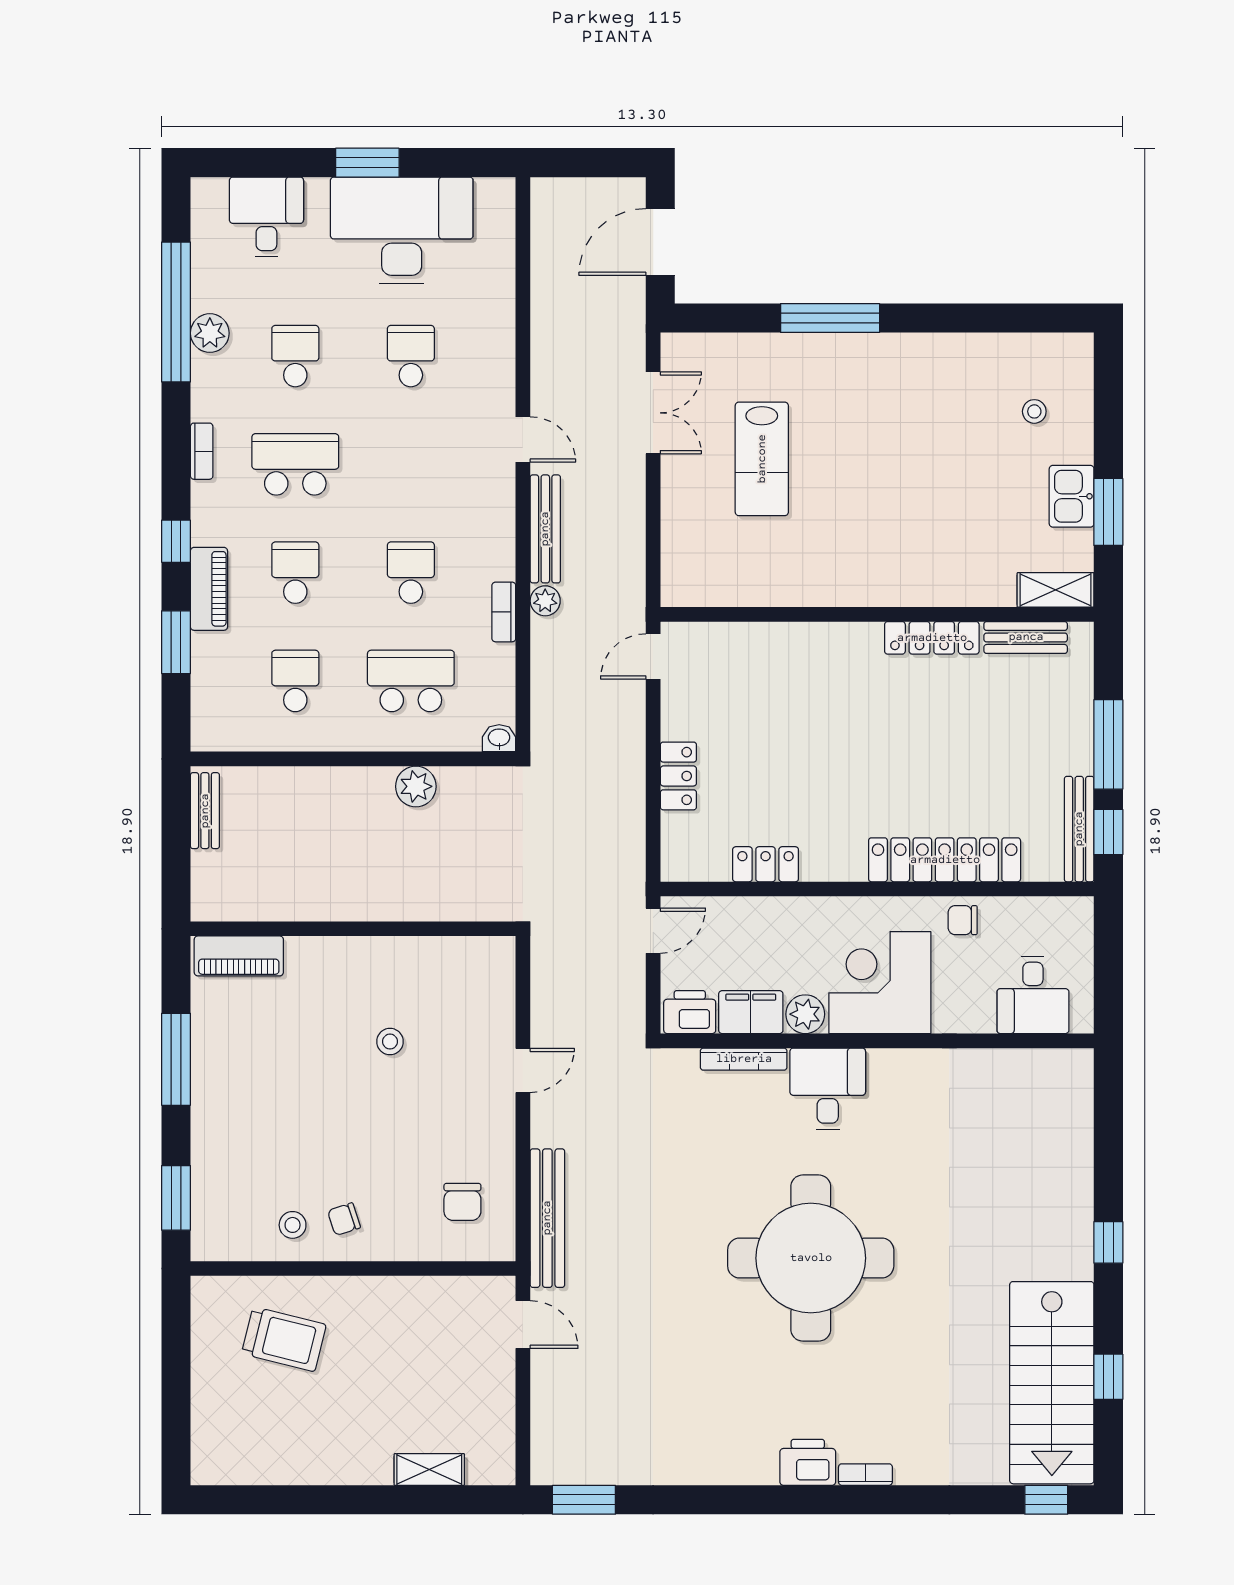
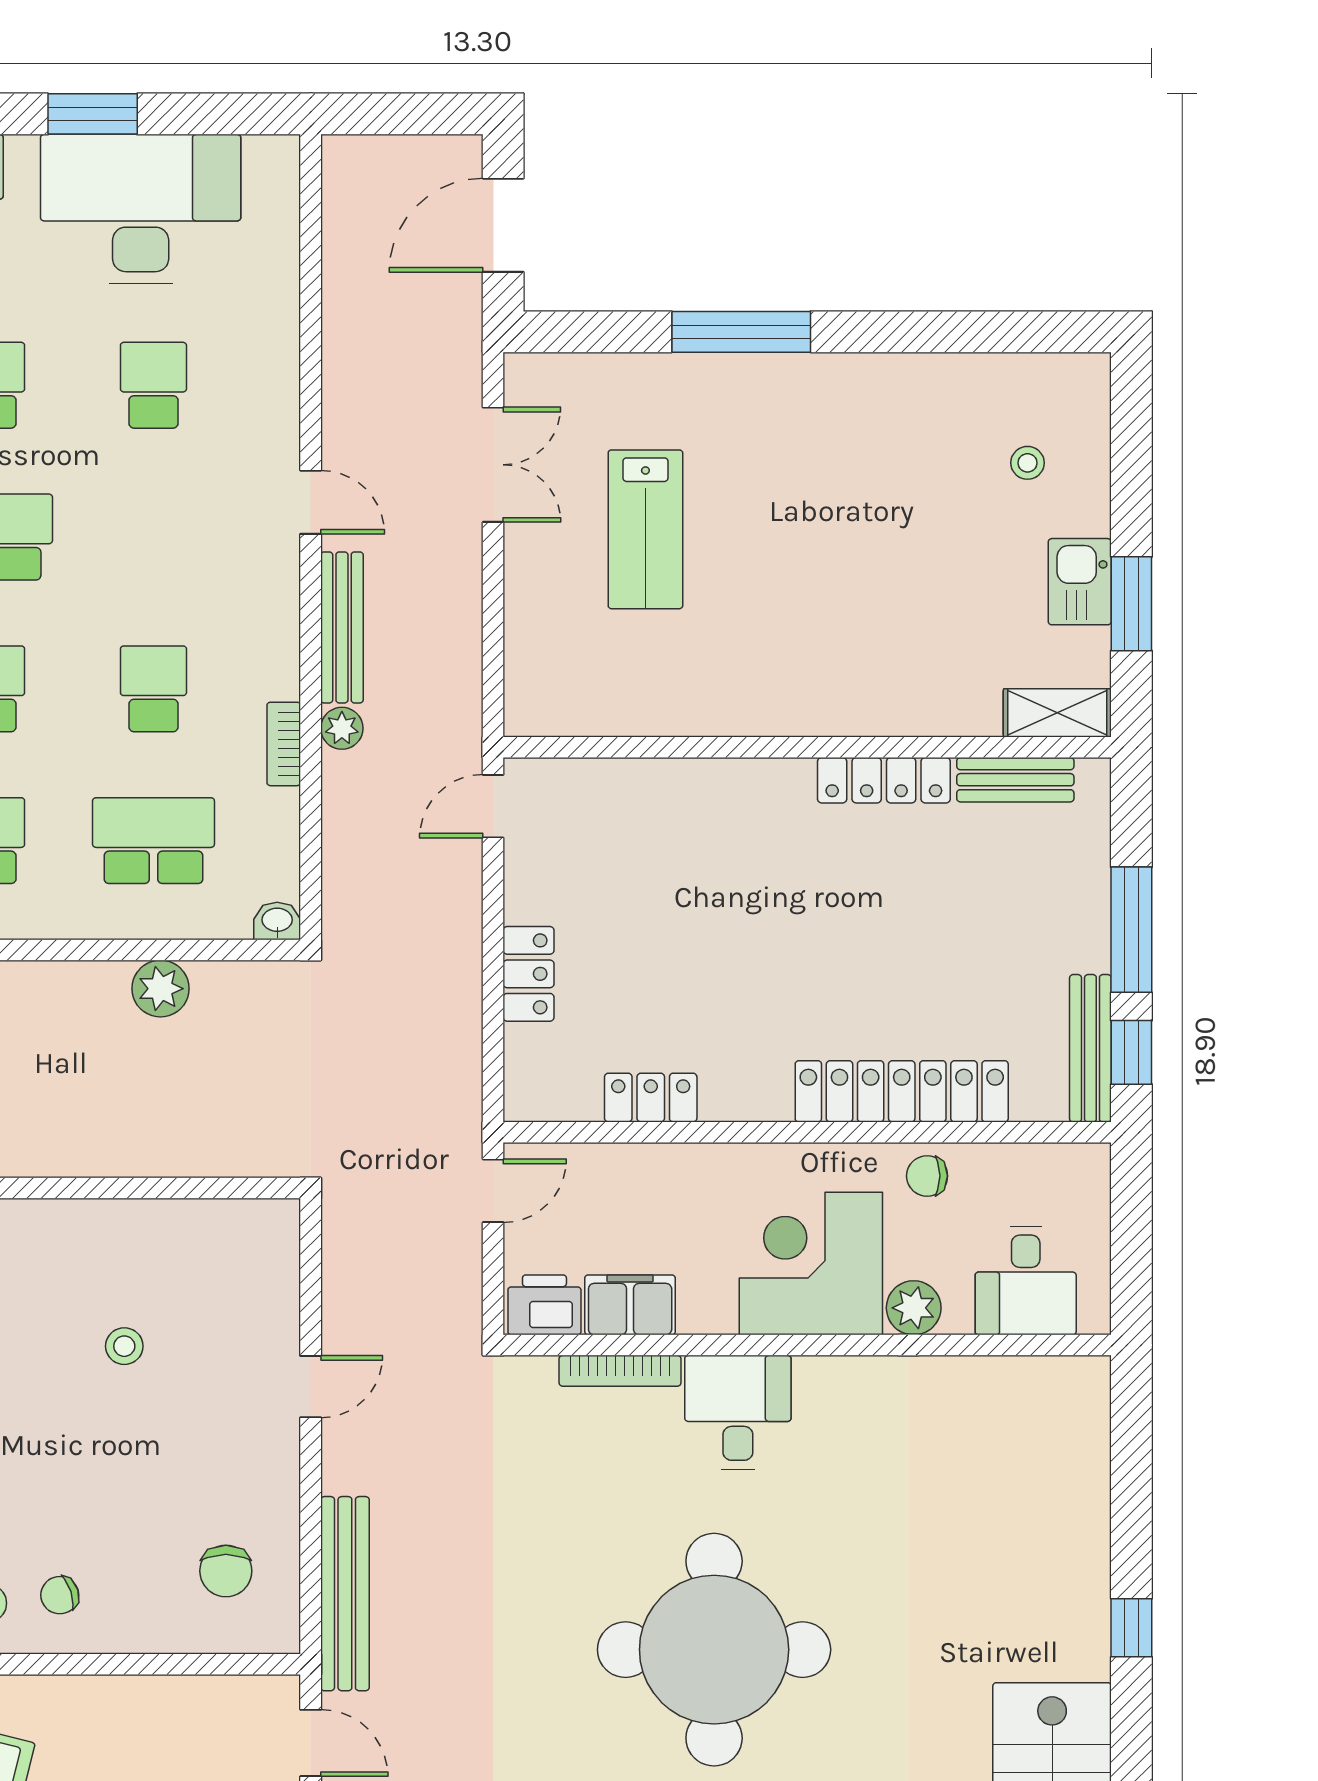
plant: (805, 1014) -> (914, 1308), moved

